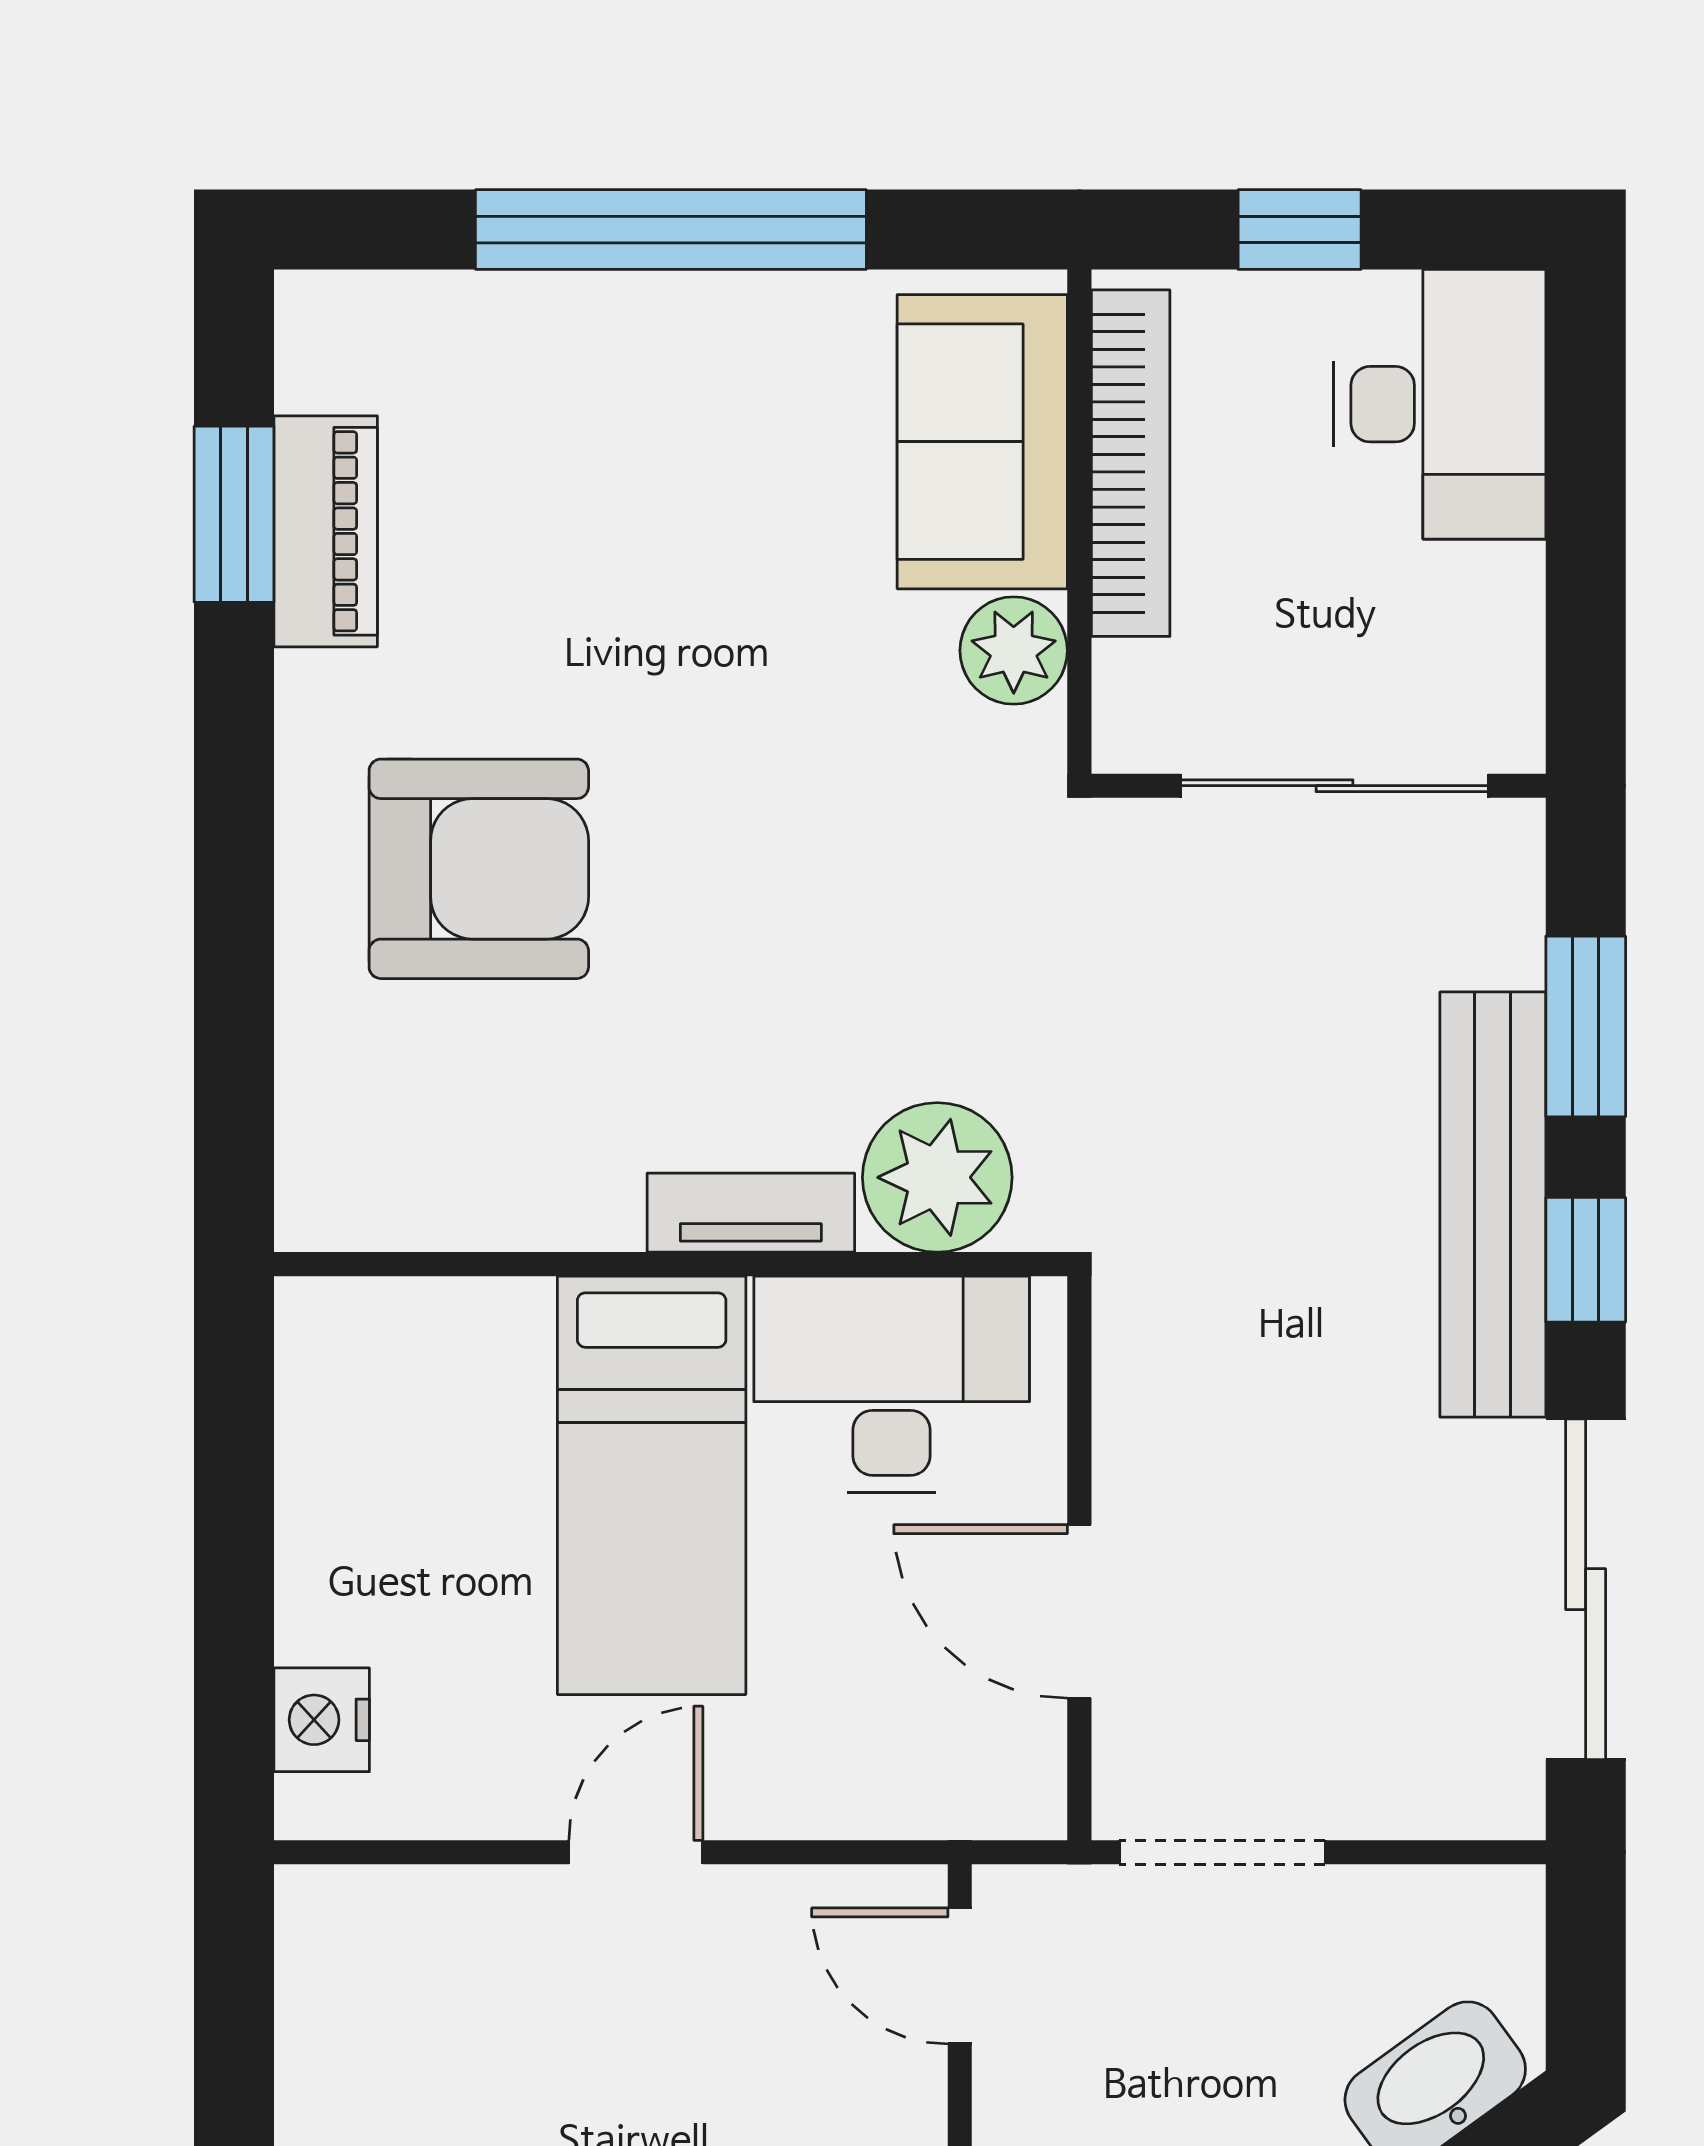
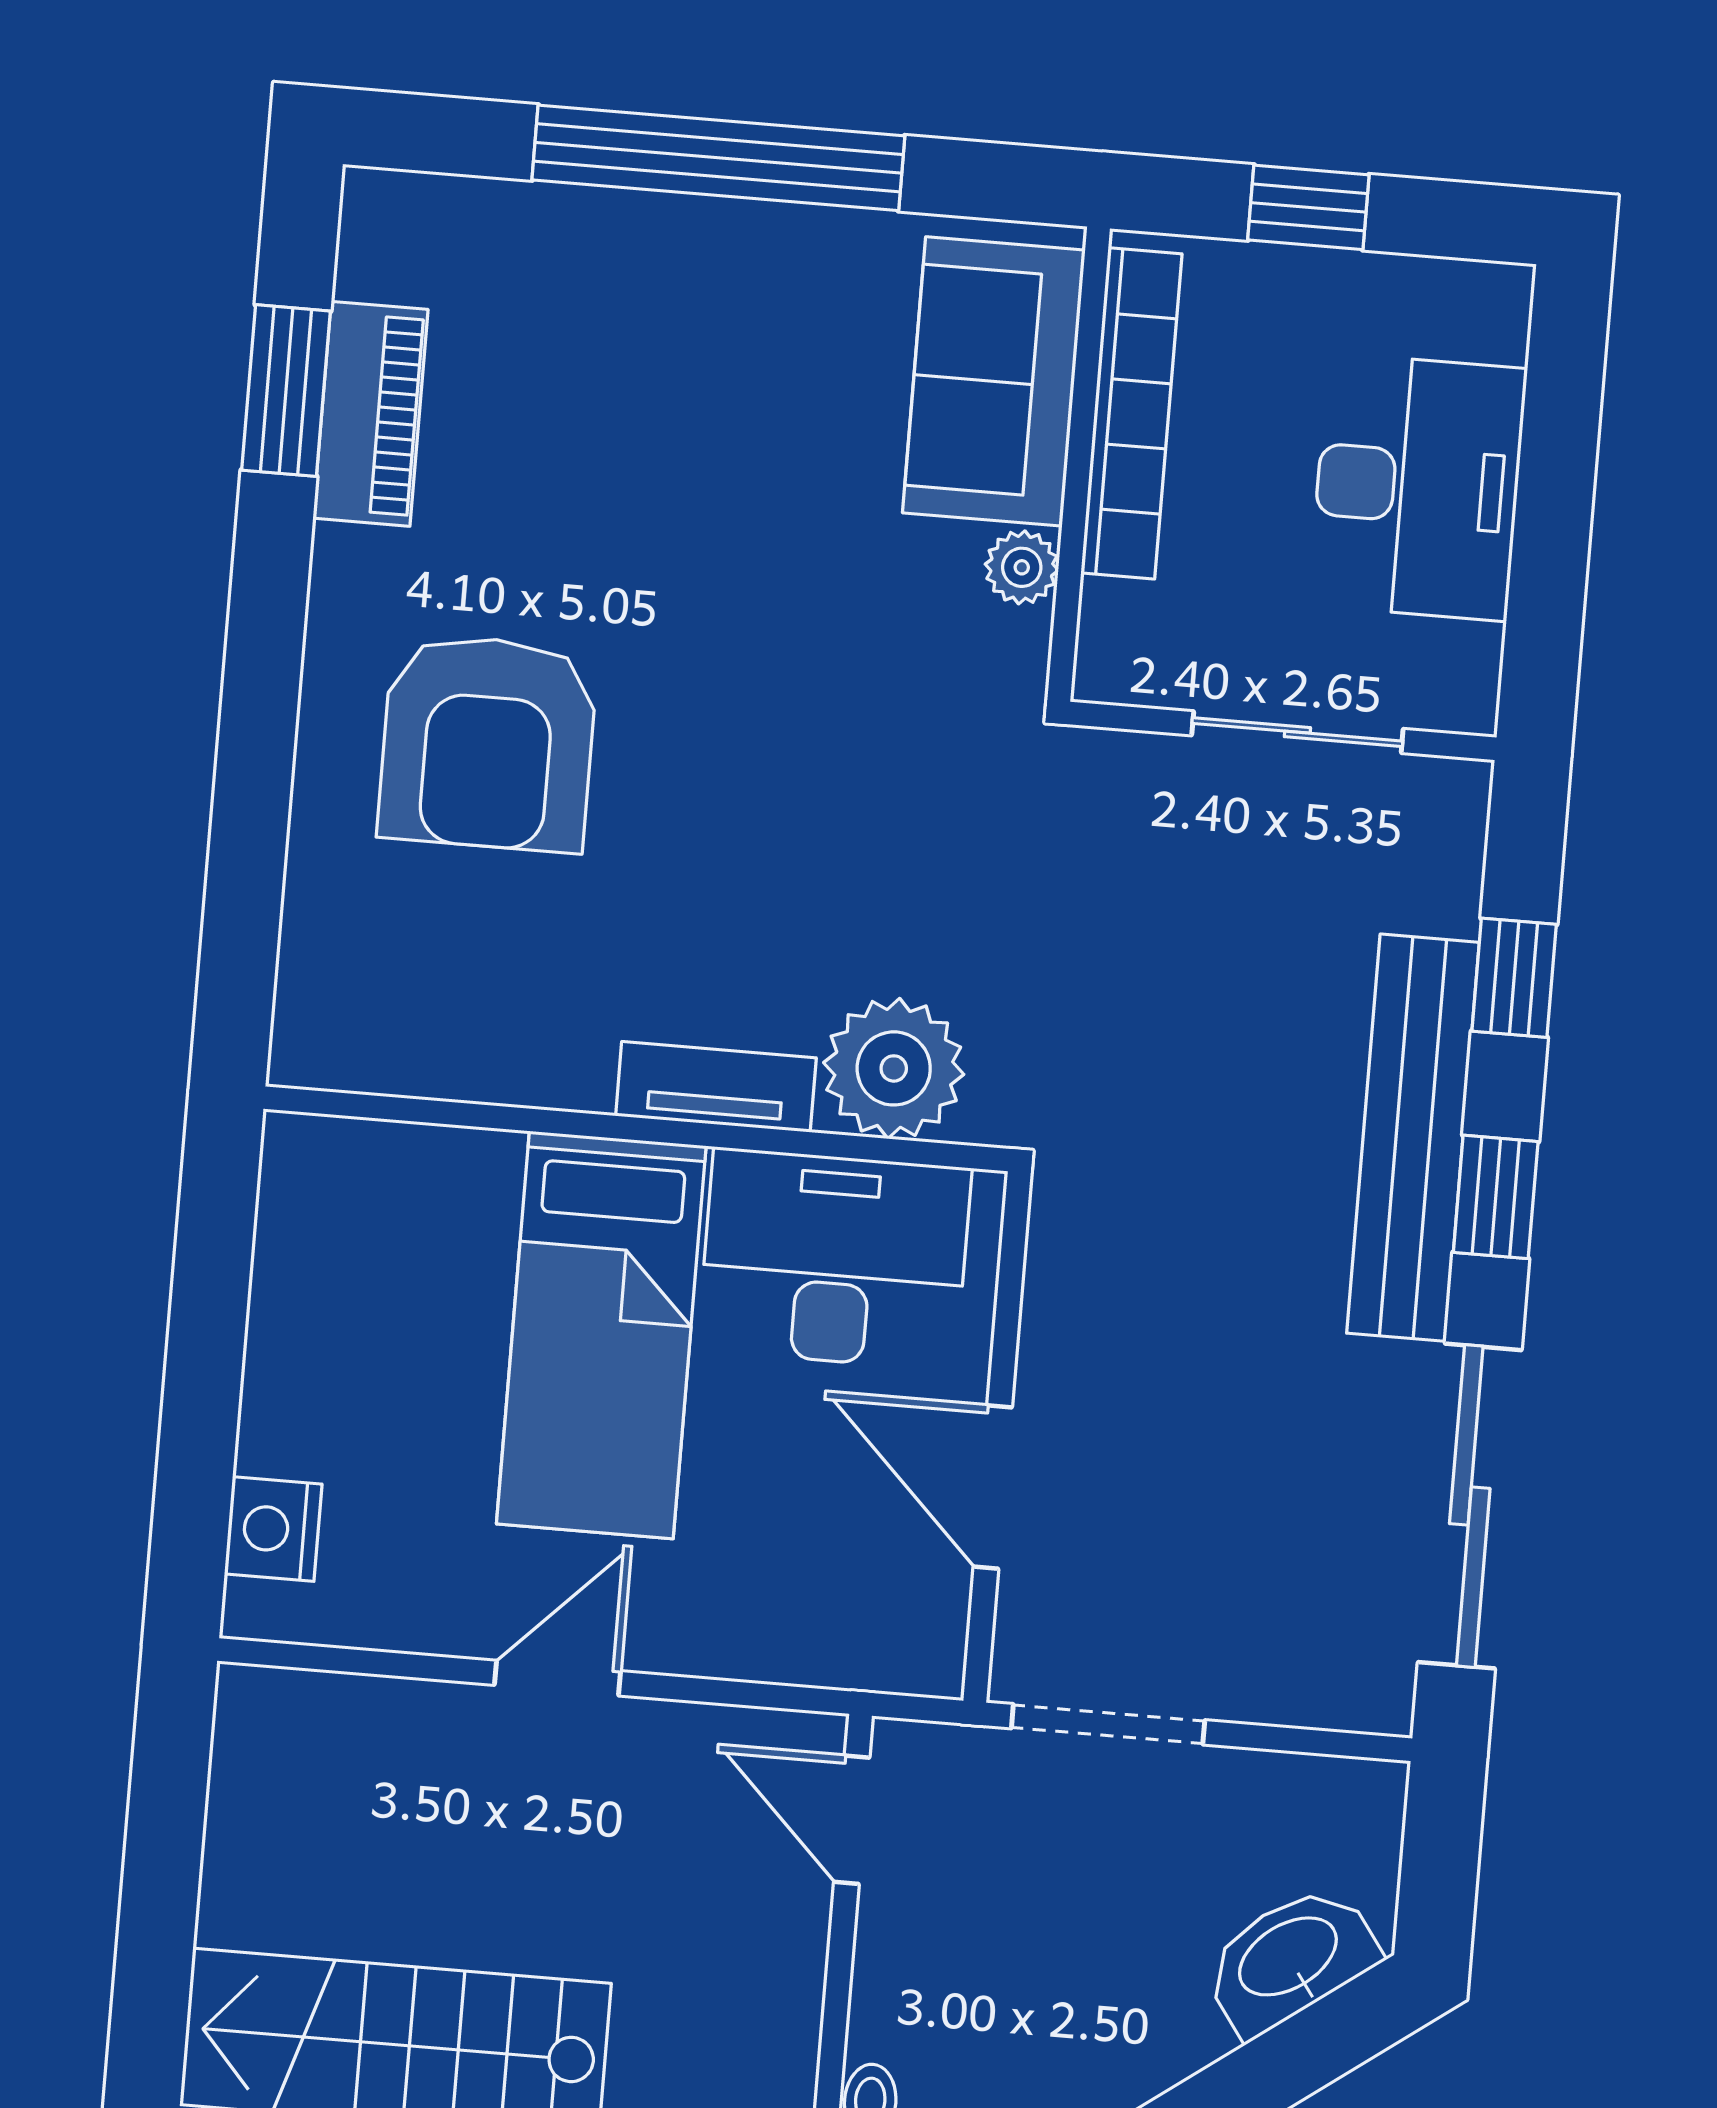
desk: (1440, 404) -> (1418, 487), moved
plant: (1014, 651) -> (1022, 567), width x0.73, depth x0.73
sliding door: (1335, 786) -> (1297, 732), width x0.73
armchair: (479, 869) -> (488, 743), turned 90
window: (1586, 1026) -> (1514, 978), width x0.67

